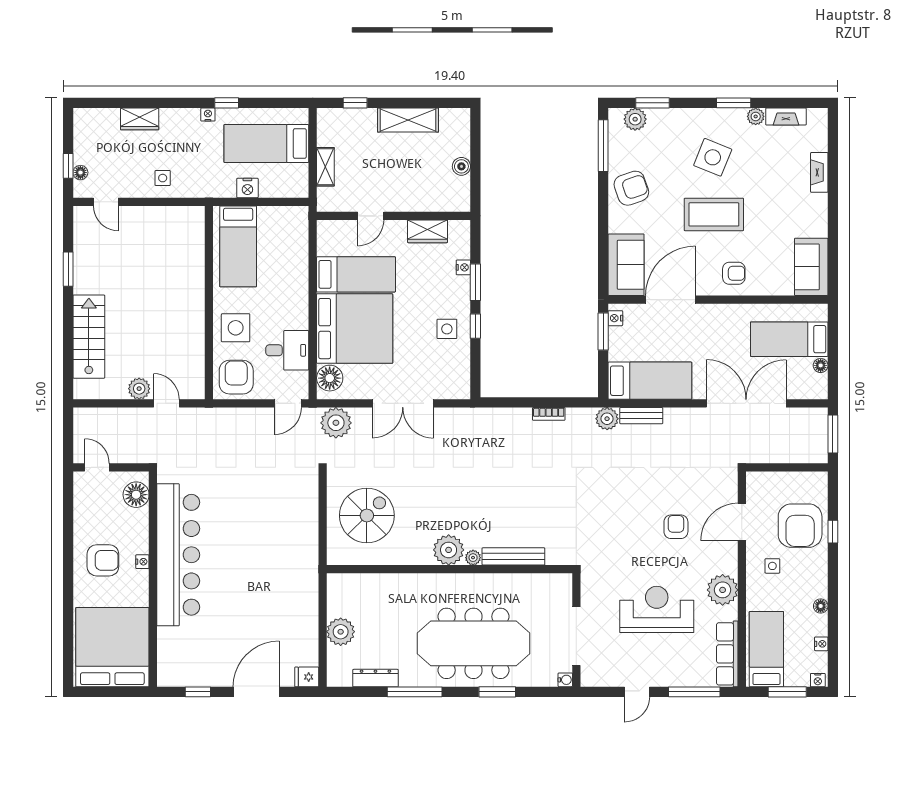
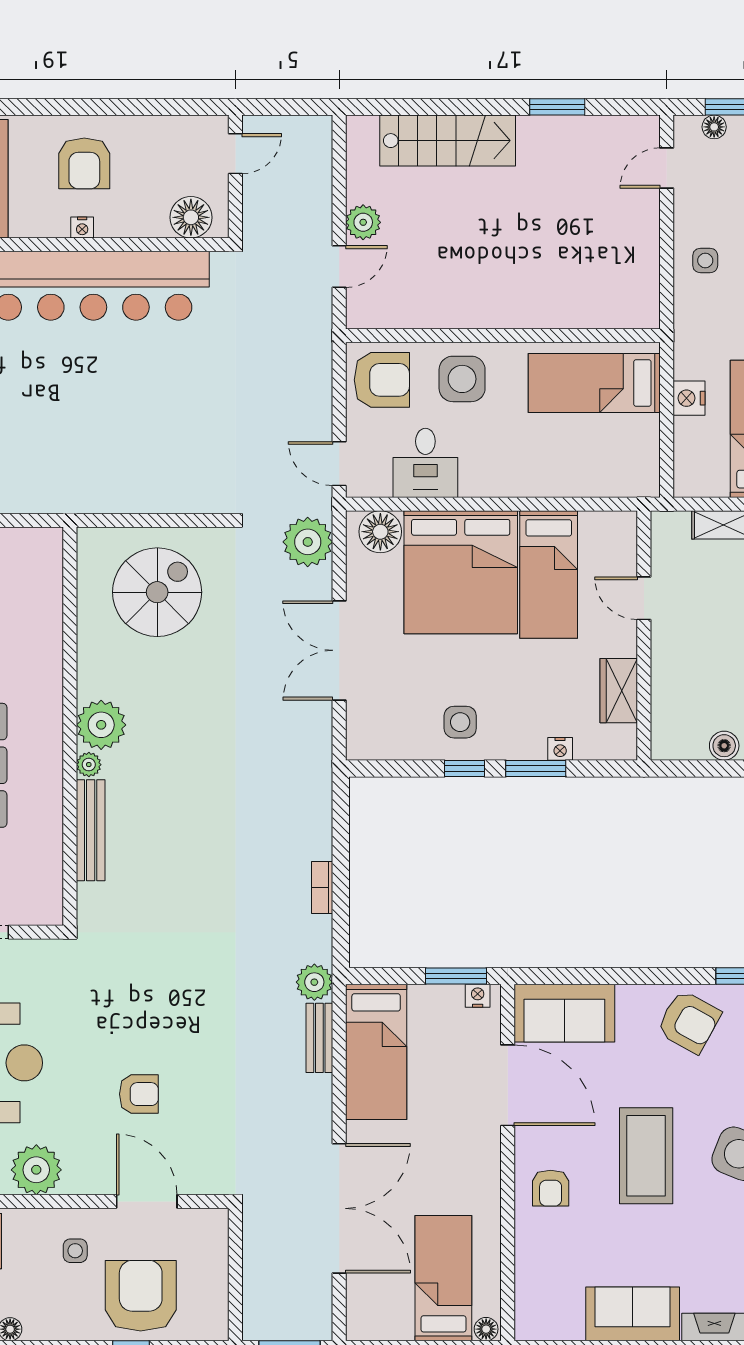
armchair: (631, 188) -> (689, 1022), turned -42
sofa: (811, 267) -> (633, 1314), moved
floor lamp: (821, 365) -> (486, 1329), moved
spiral stairs: (367, 516) -> (157, 592), turned -90
armchair: (800, 526) -> (141, 1296), turned 90

